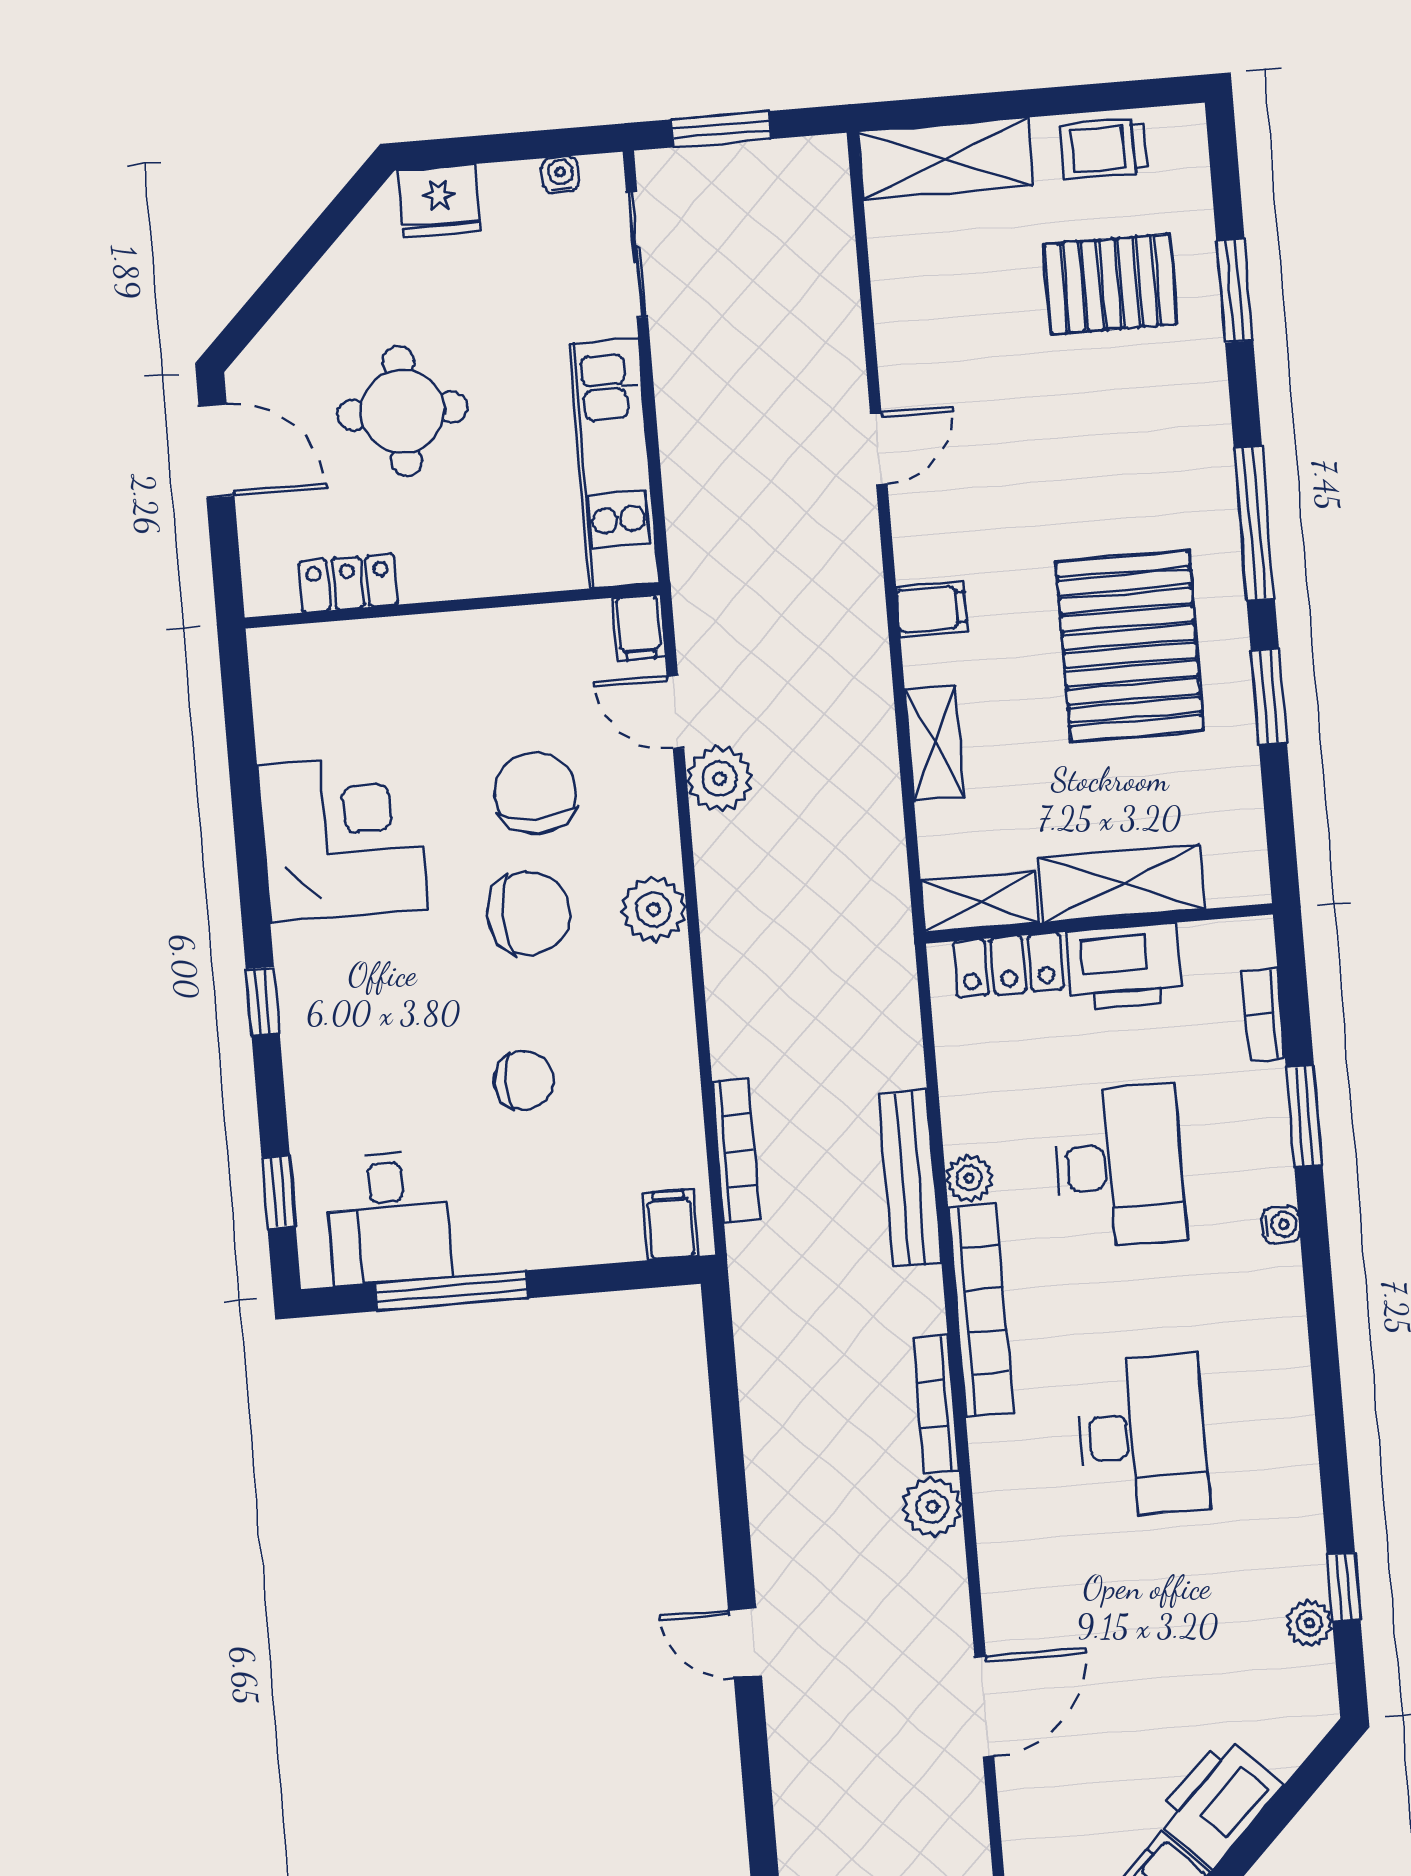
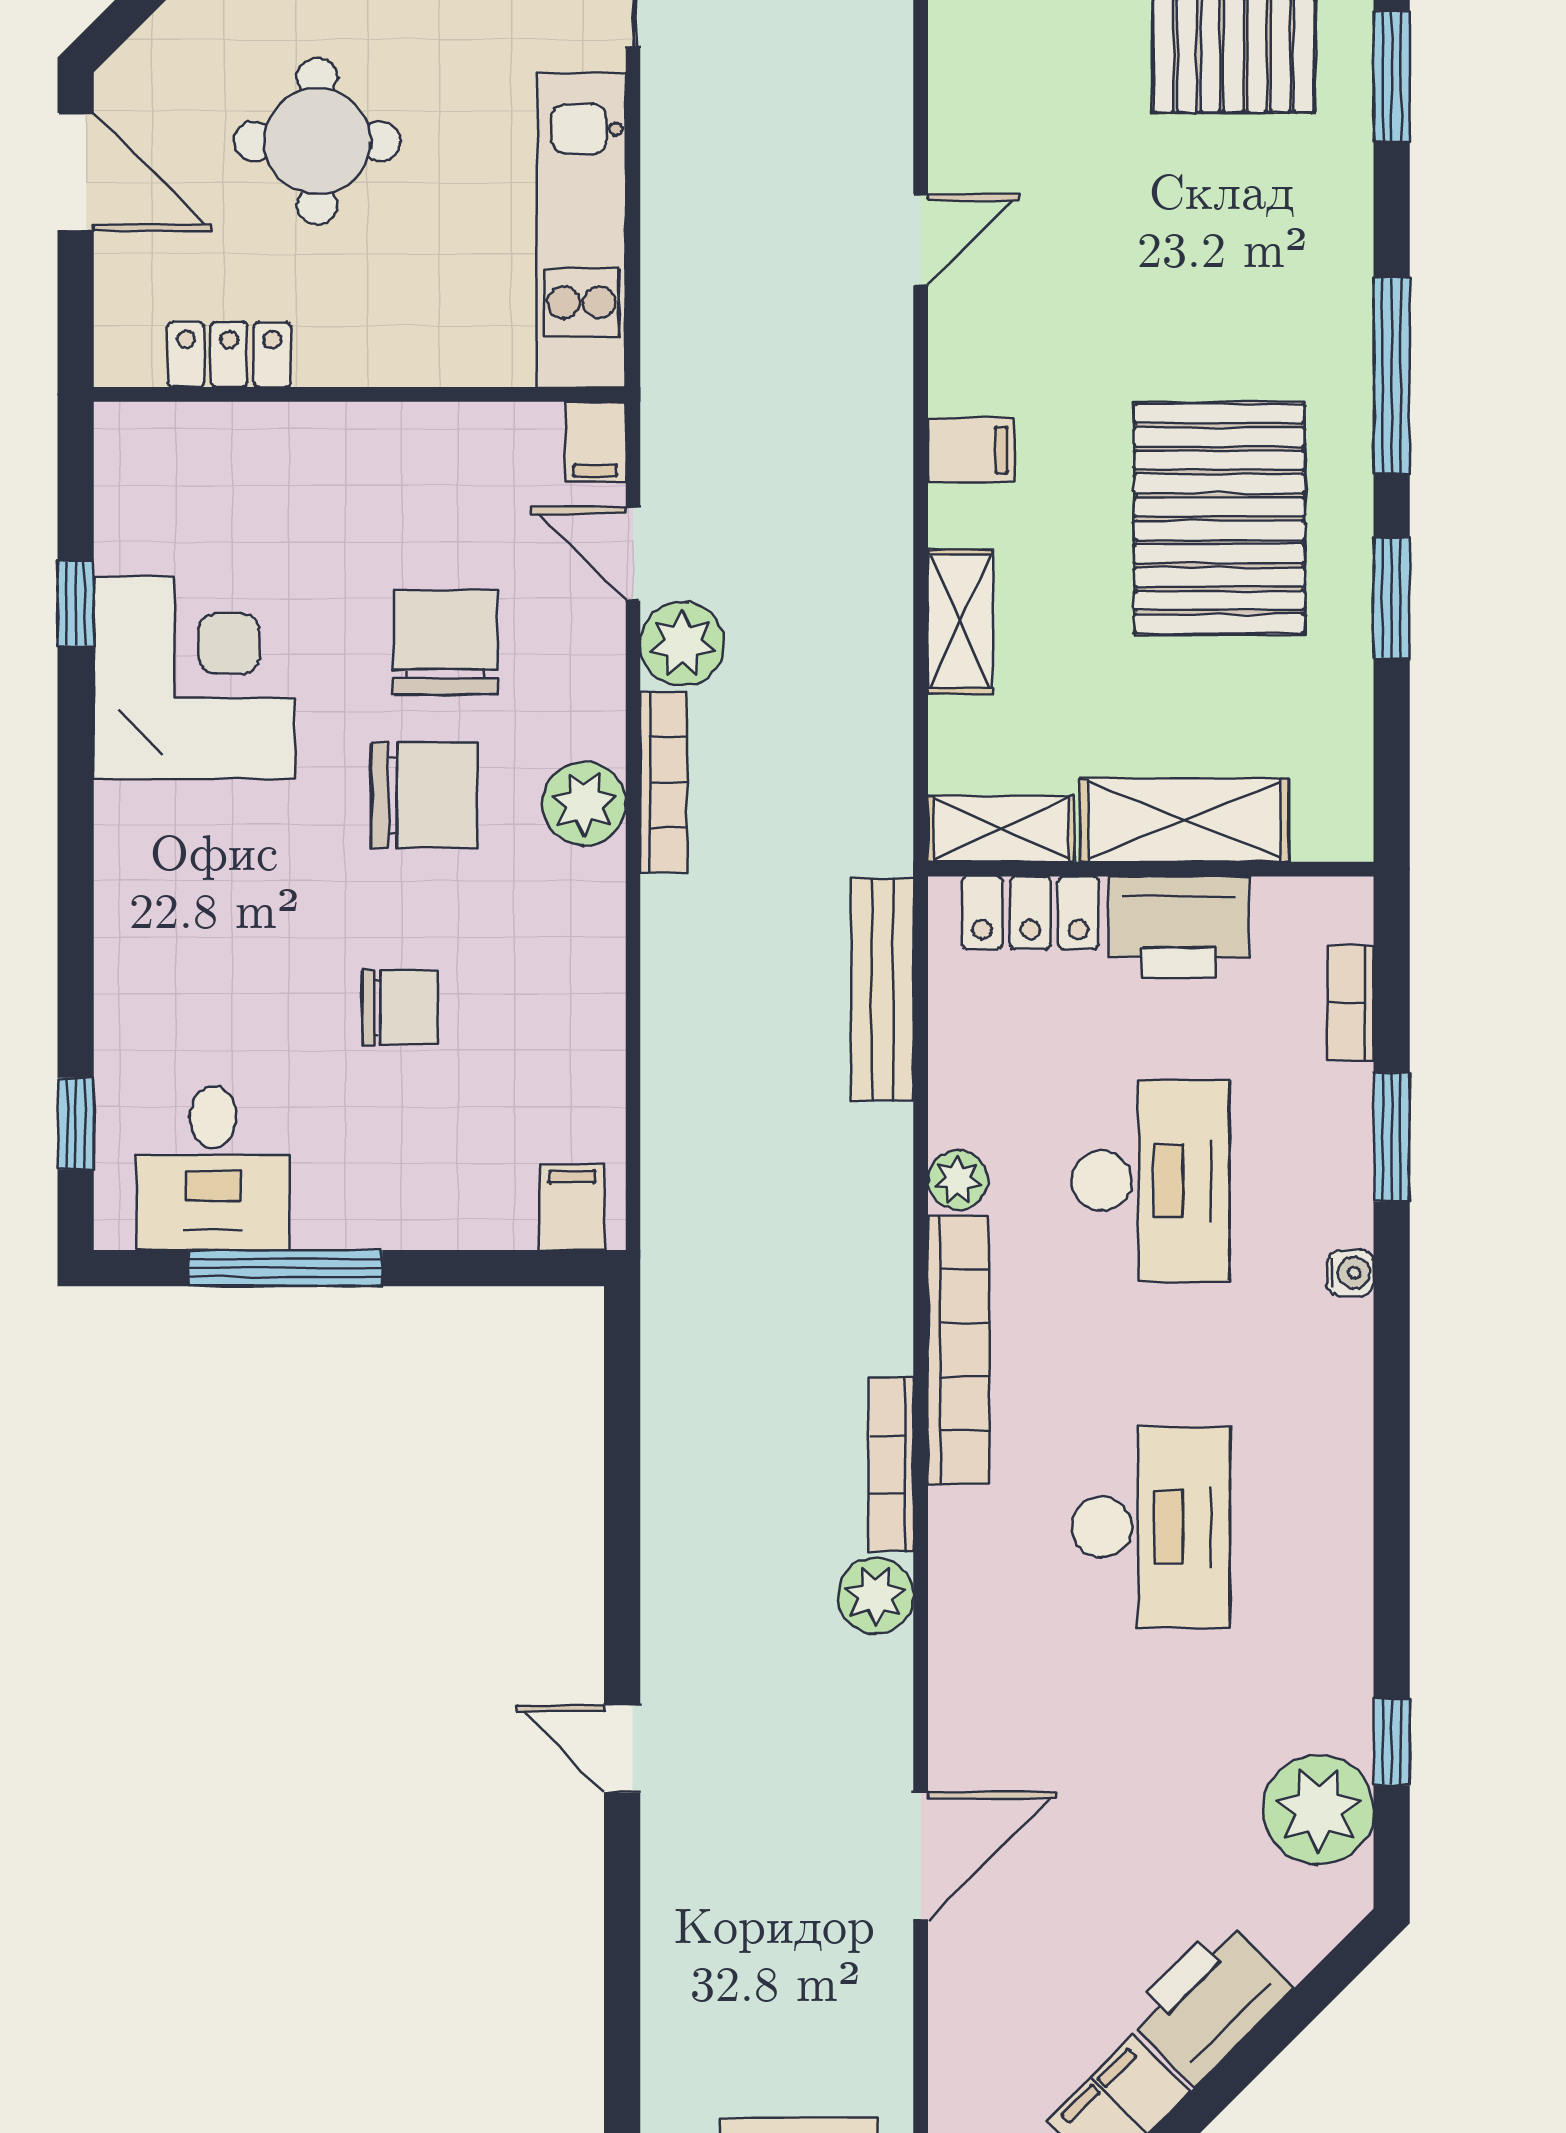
window: (263, 1001) -> (76, 603), moved
bookcase: (736, 1151) -> (663, 782), moved
bench: (910, 1178) -> (882, 989), moved
plant: (1310, 1623) -> (1319, 1810), width x1.88, depth x1.88

